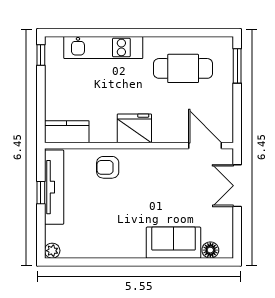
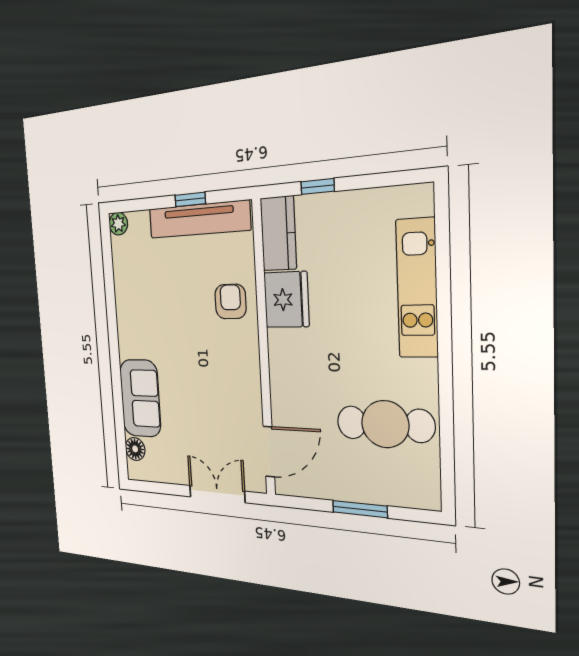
window: (41, 55) -> (318, 186), moved
window: (237, 66) -> (360, 509), moved
cafe table: (183, 68) -> (385, 424), turned 90
fridge: (134, 128) -> (286, 300), moved

